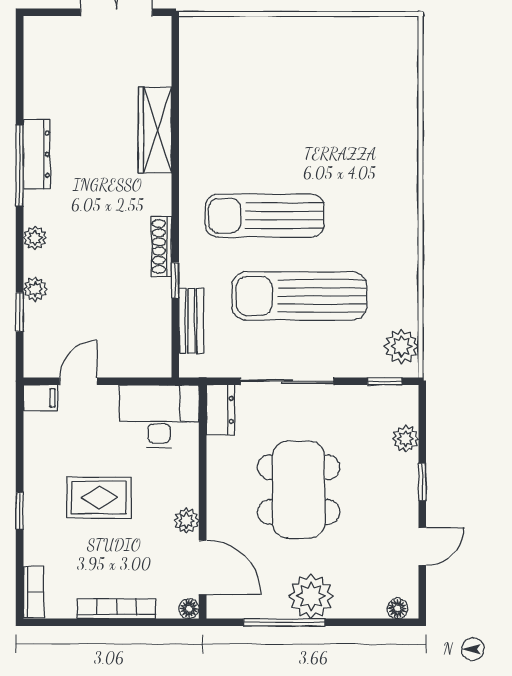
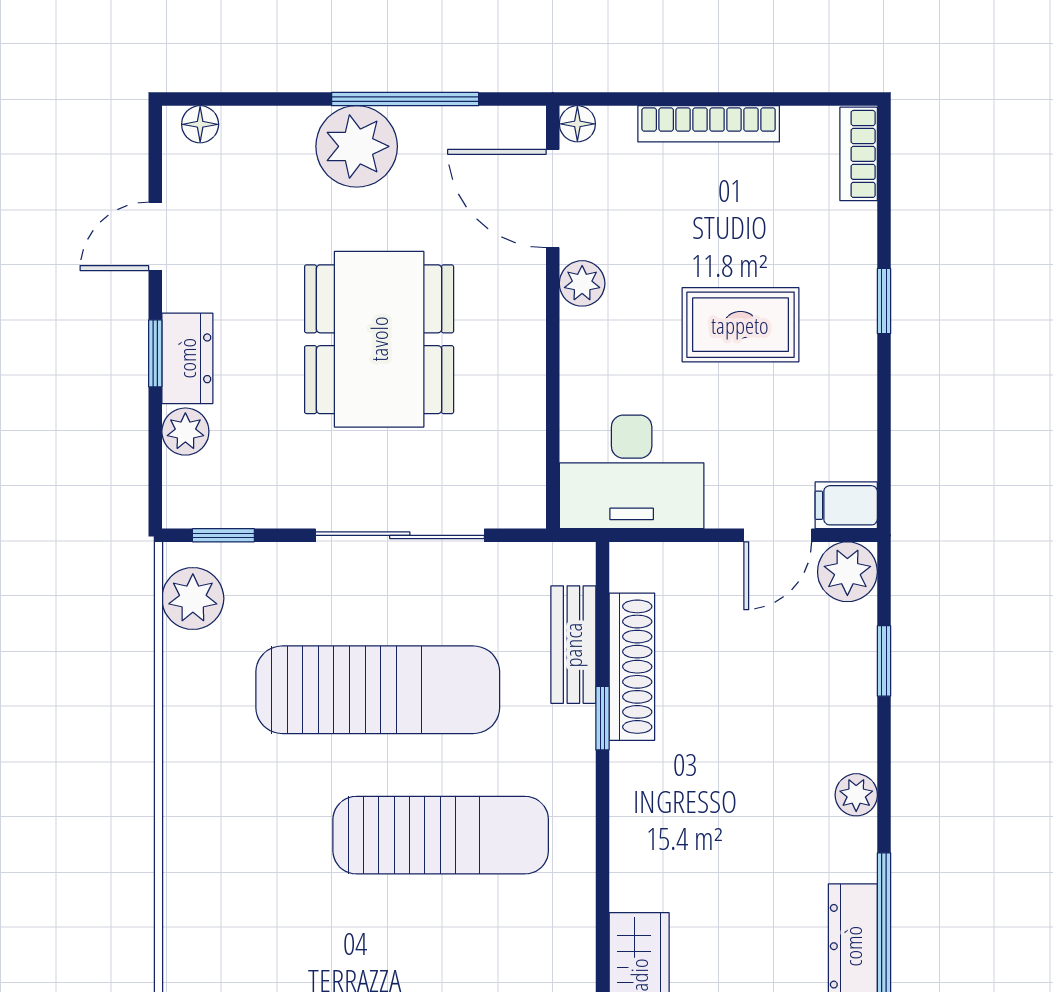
shoe rack: (161, 246) -> (632, 667), moved, width x1.36, depth x1.24
plant: (35, 289) -> (847, 572), moved, width x1.38, depth x1.38
dresser: (220, 410) -> (187, 358), moved, turned 180

